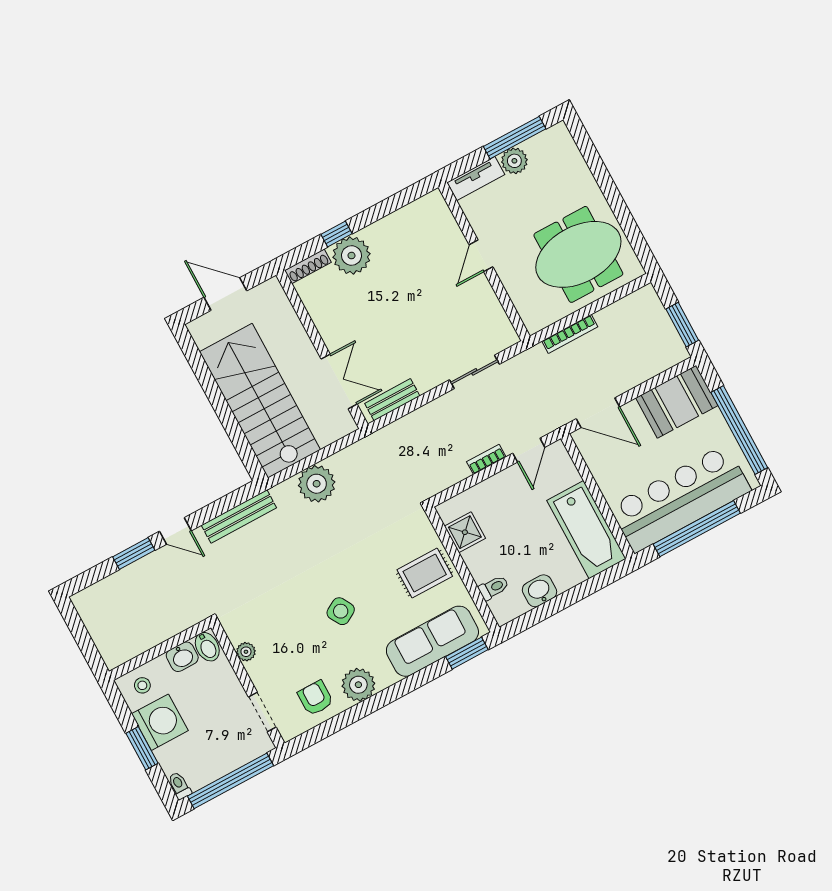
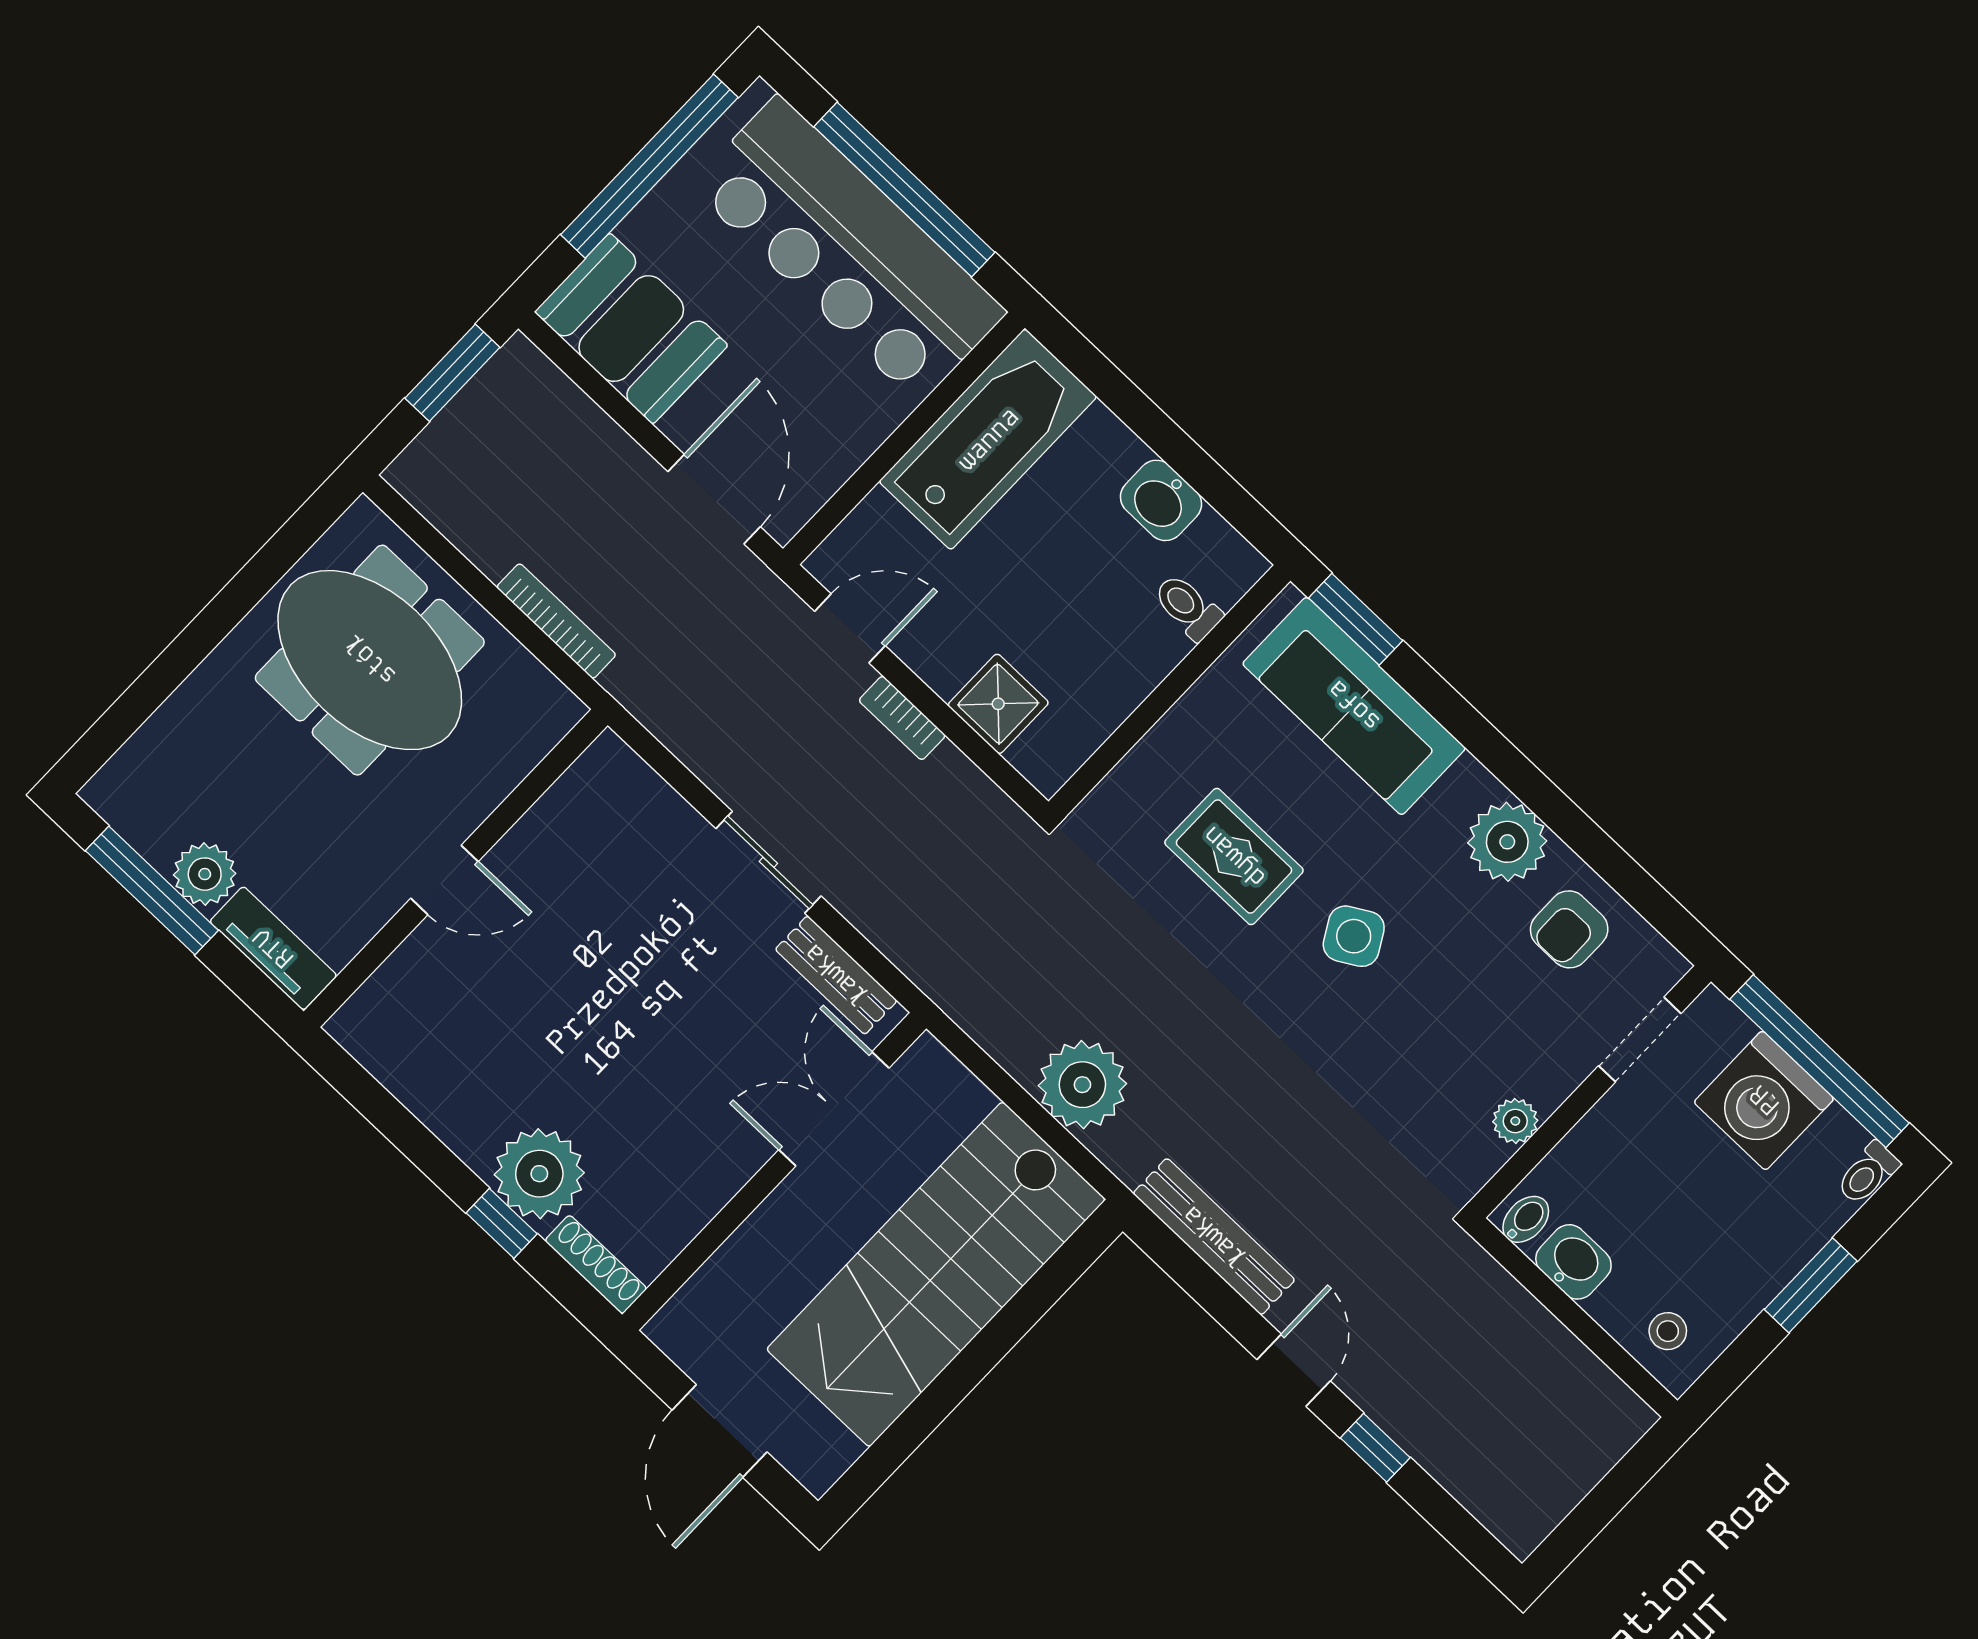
sliding door: (474, 372) -> (768, 862), moved
shower: (465, 532) -> (998, 704), moved
window: (134, 553) -> (1375, 1448), width x0.67
rug: (425, 573) -> (1234, 857), moved
bidet: (207, 647) -> (1526, 1219), width x0.72, depth x0.74
washing machine: (160, 722) -> (1764, 1100), moved, turned -90

